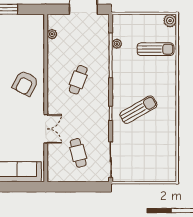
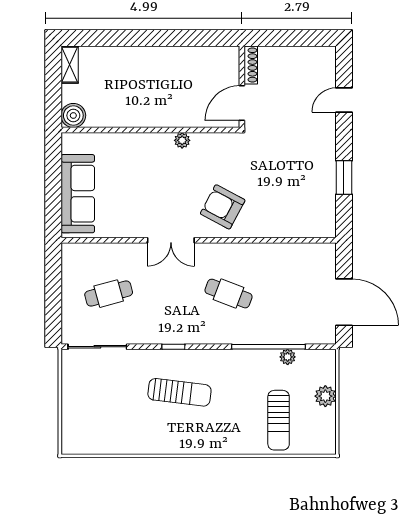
plant: (170, 21) -> (325, 396), moved
plant: (52, 34) -> (303, 251), removed
sun lounger: (138, 110) -> (179, 392), turned -53
double door: (46, 129) -> (171, 240), moved

